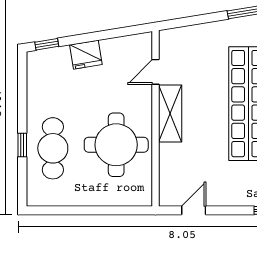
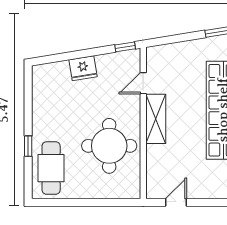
window: (47, 44) -> (125, 47), moved
cafe table: (53, 148) -> (51, 168), moved

